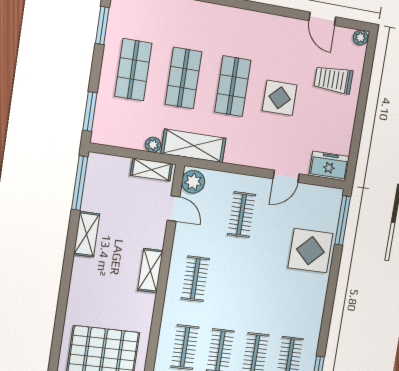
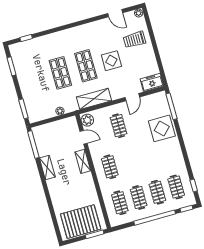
shop shelf: (133, 70) -> (35, 80), removed
shelving: (194, 146) -> (94, 99), moved
shelving: (151, 170) -> (65, 123), removed
shelving: (150, 270) -> (83, 161), moved

